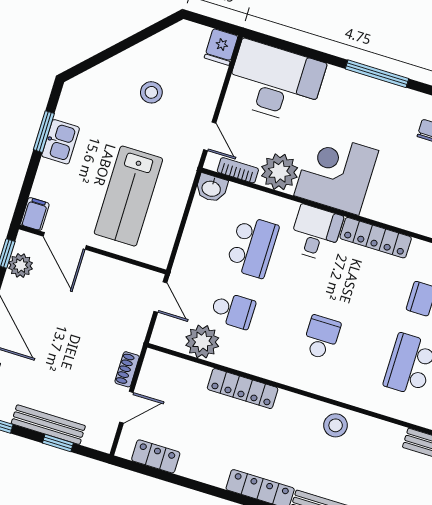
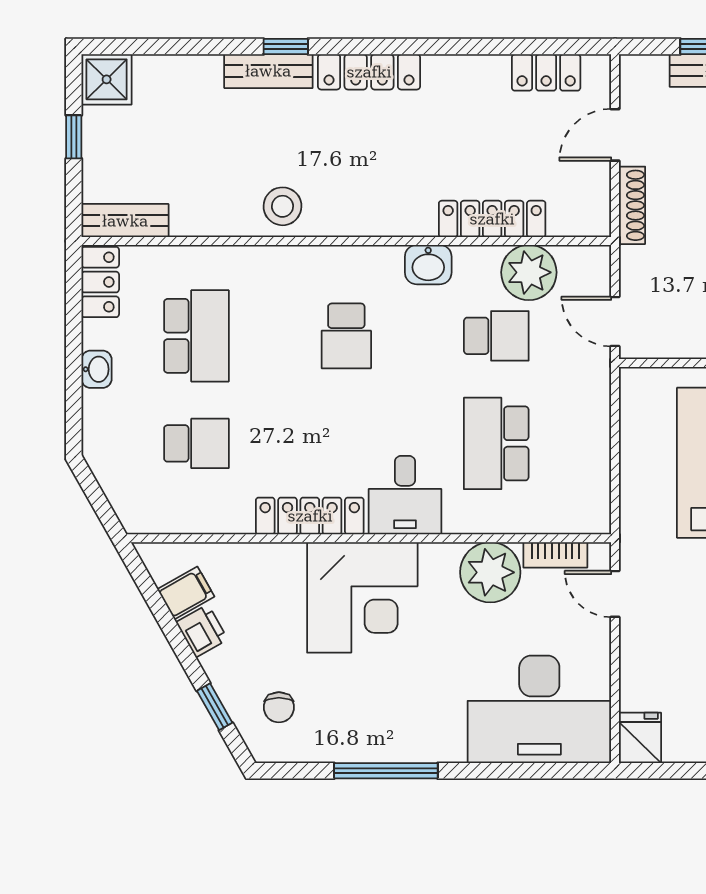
corner desk: (336, 173) -> (362, 597), moved
washbasin: (211, 188) -> (428, 265), moved, turned 180
school desk: (233, 310) -> (496, 336), turned 180
shoe rack: (127, 369) -> (632, 205), width x1.43
locker: (243, 389) -> (492, 219), moved

